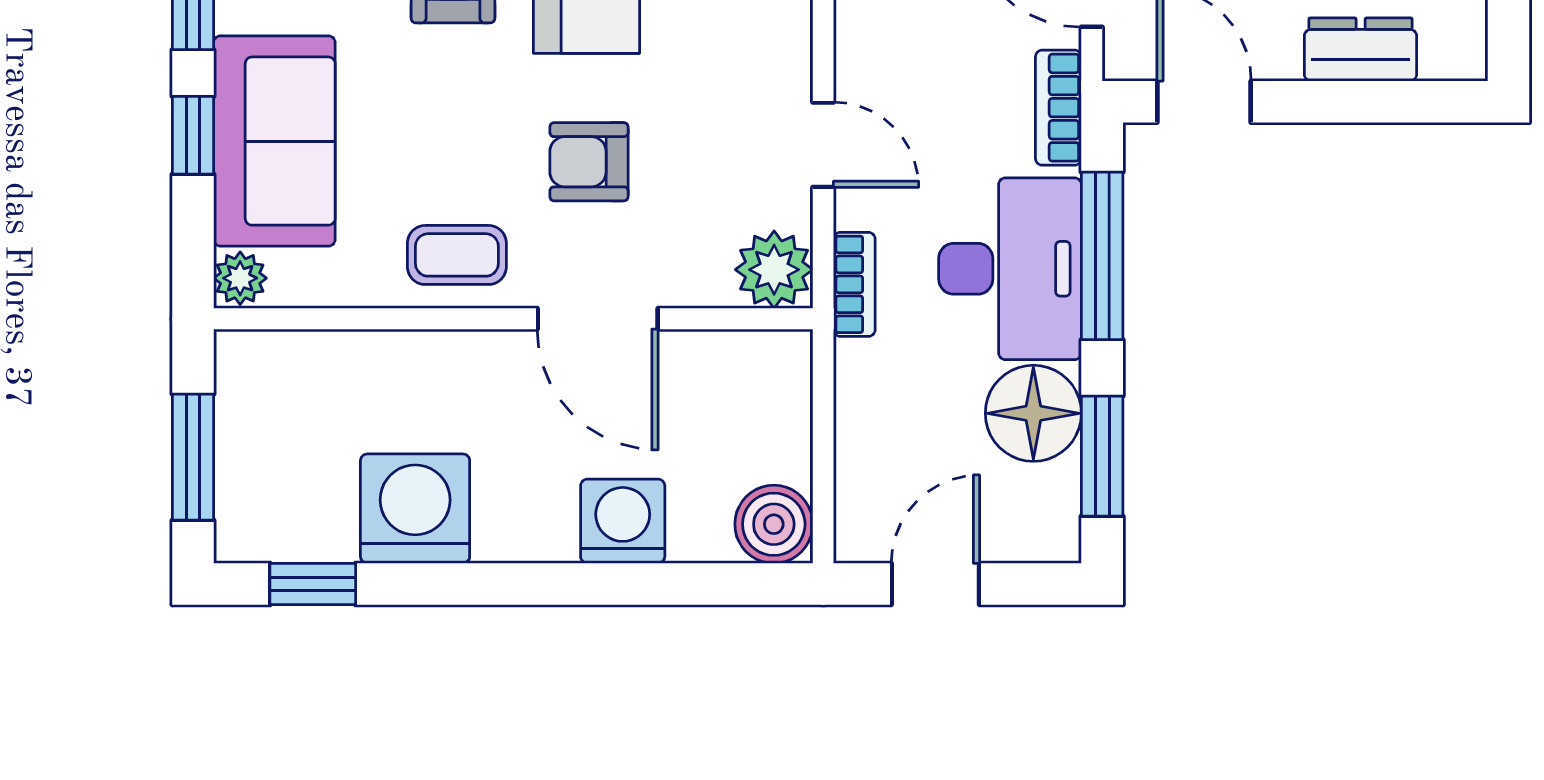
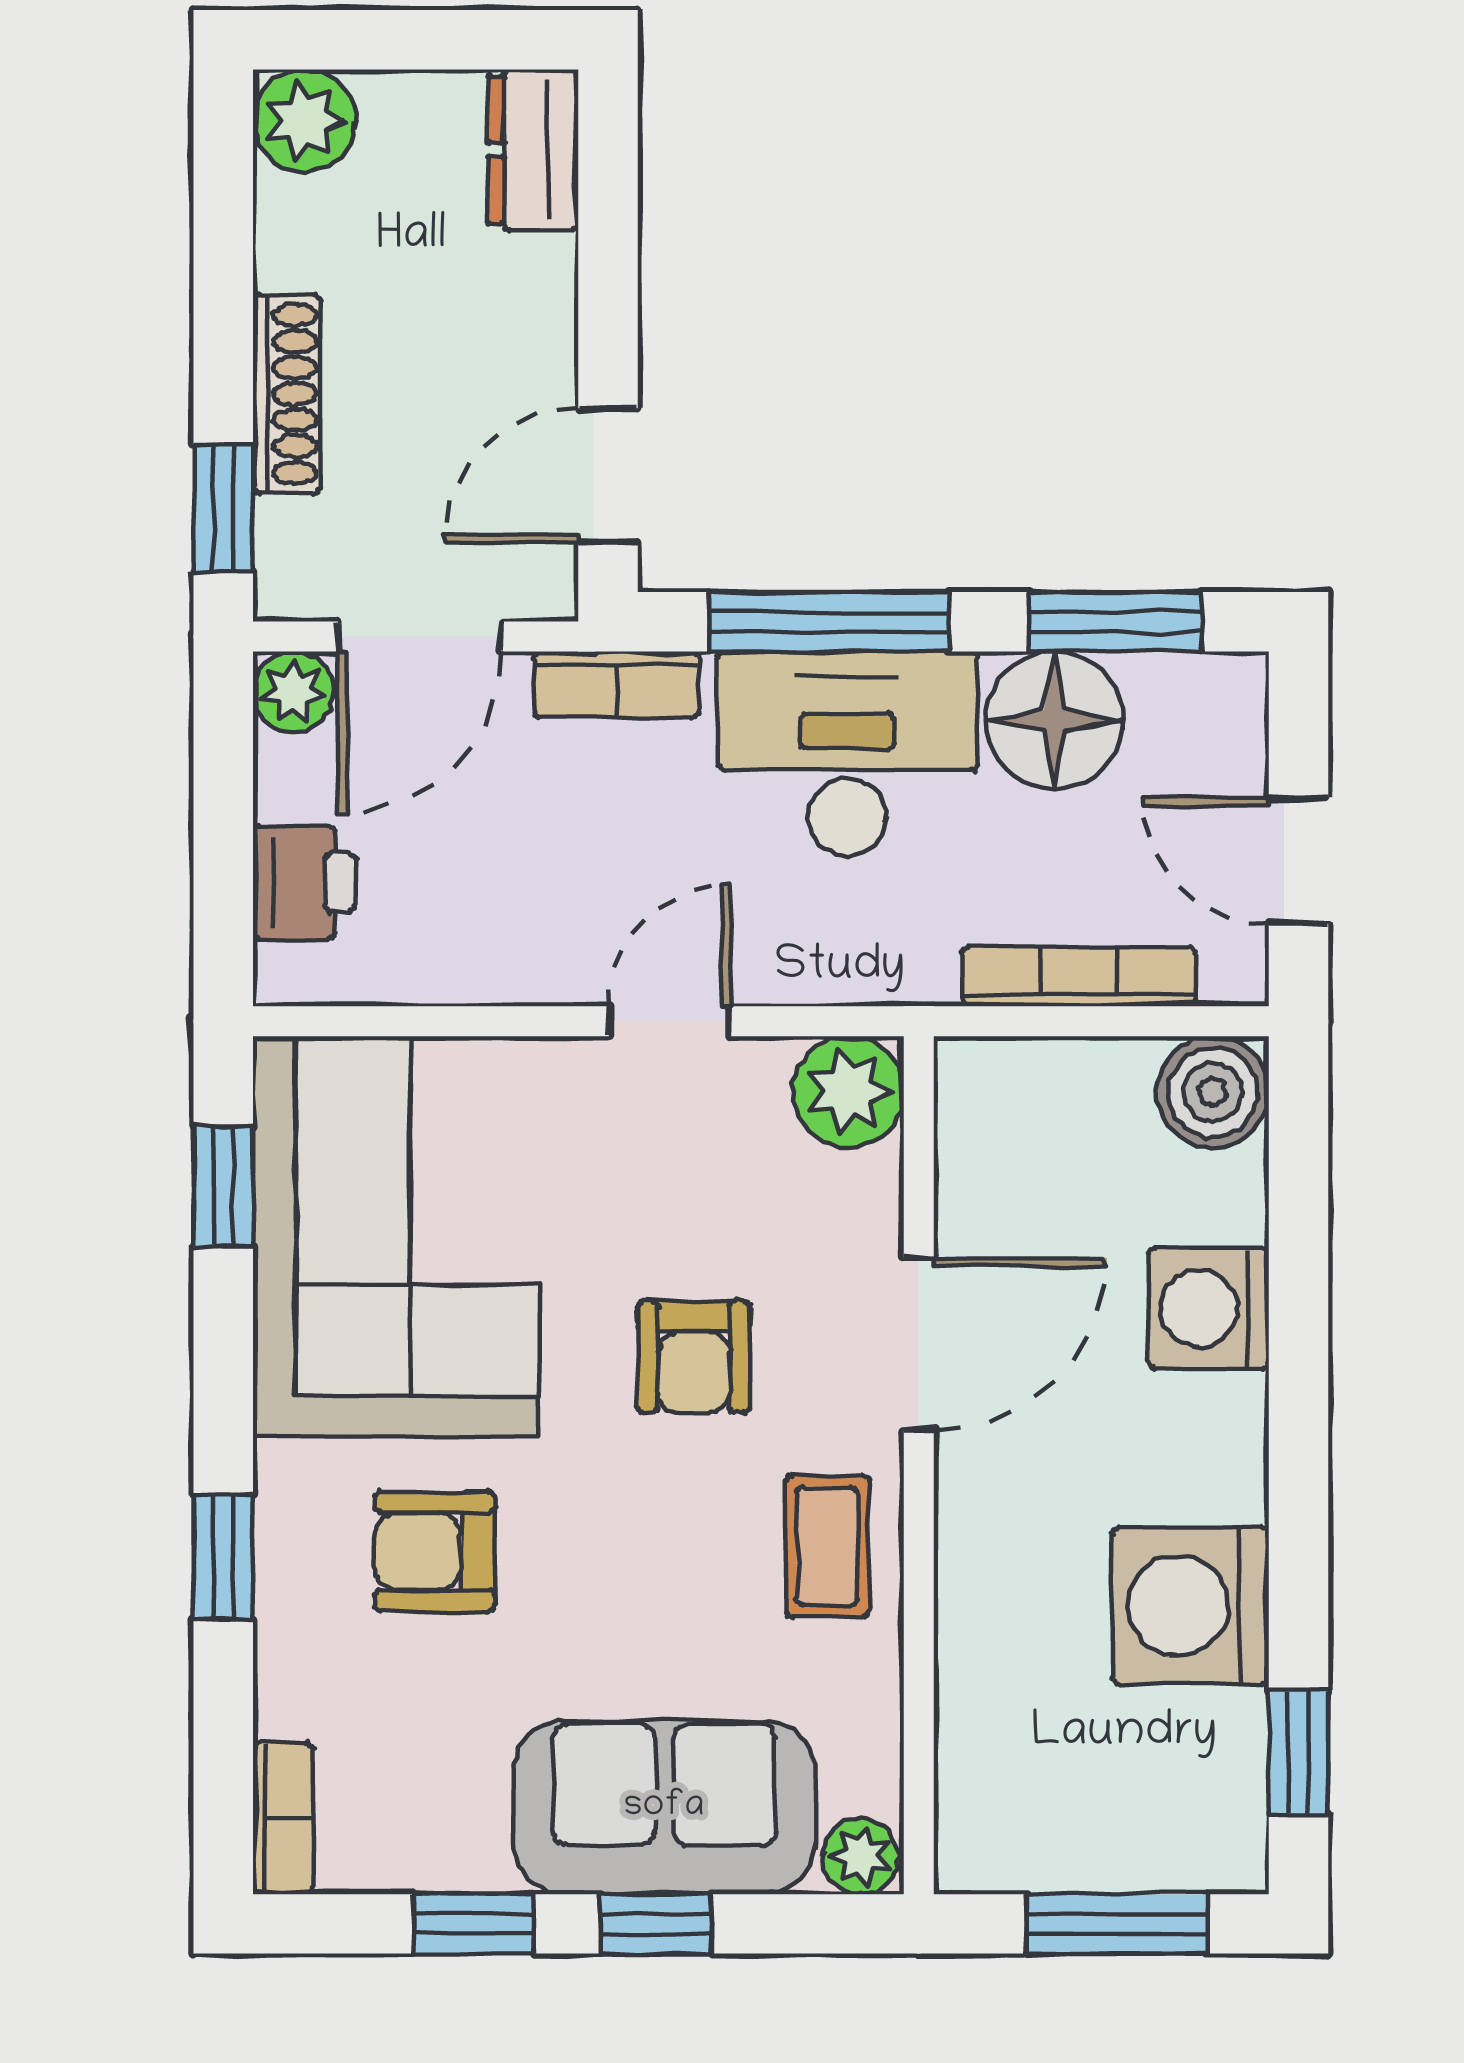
dresser: (1361, 49) -> (533, 150), moved
bookcase: (854, 284) -> (1079, 977), moved, width x1.56

